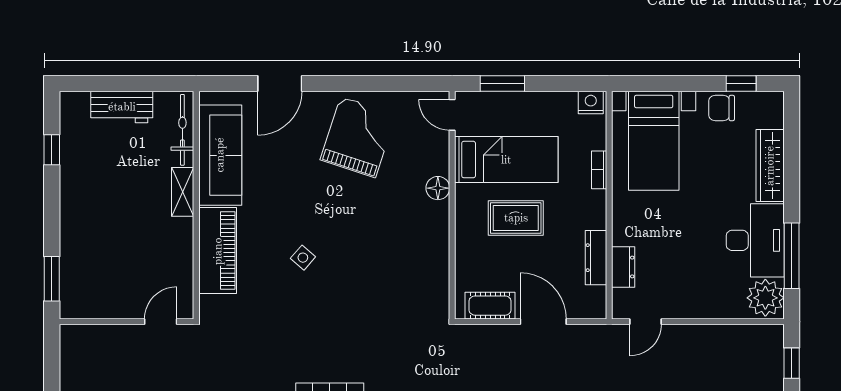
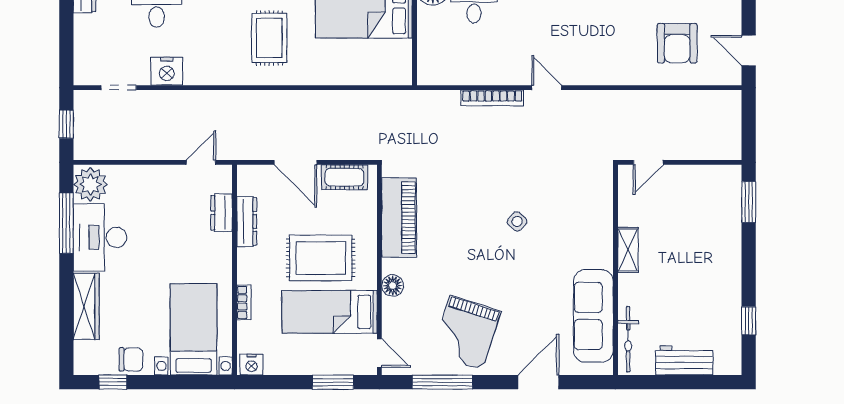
window: (384, 83) -> (442, 382), added
shelving: (183, 192) -> (628, 250), moved
rug: (516, 218) -> (321, 258), width x1.36, depth x1.43
piano: (218, 251) -> (399, 218), moved, turned 180

